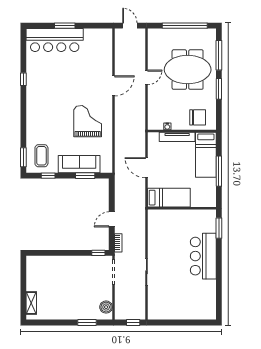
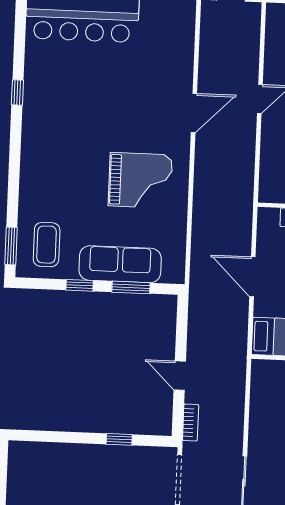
grand piano: (88, 121) -> (140, 180), turned 90
window: (48, 176) -> (80, 285), moved
door: (112, 219) -> (180, 376), hinge flipped
window: (98, 253) -> (119, 439), moved

